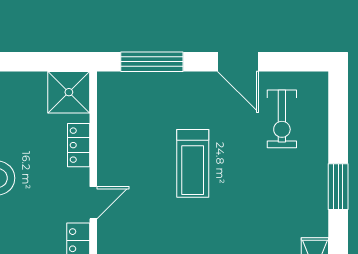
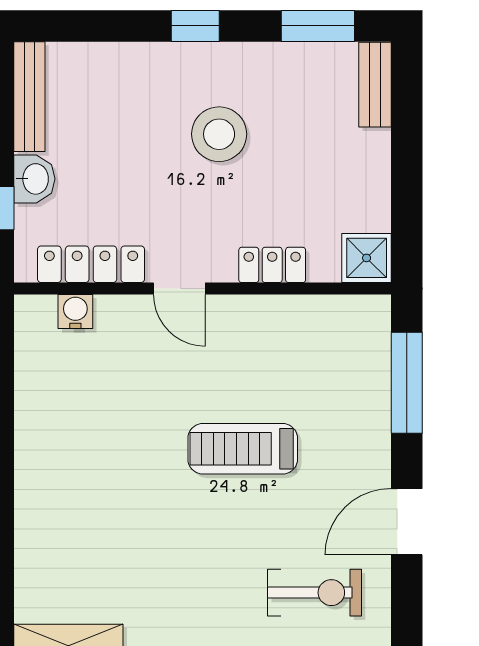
shower: (69, 92) -> (367, 258), width x0.73, depth x0.73
exercise bike: (282, 119) -> (314, 593), turned 180

